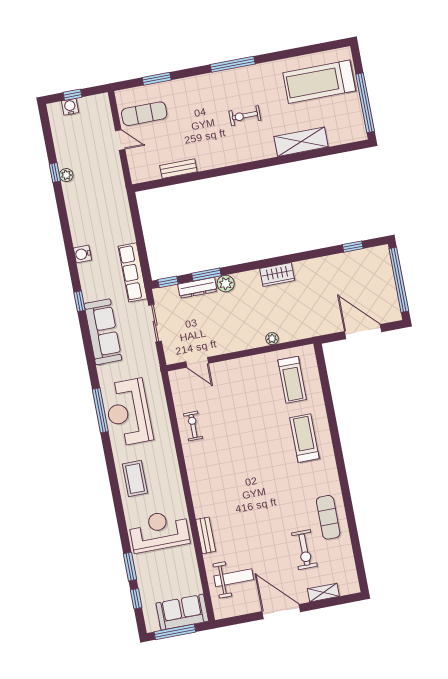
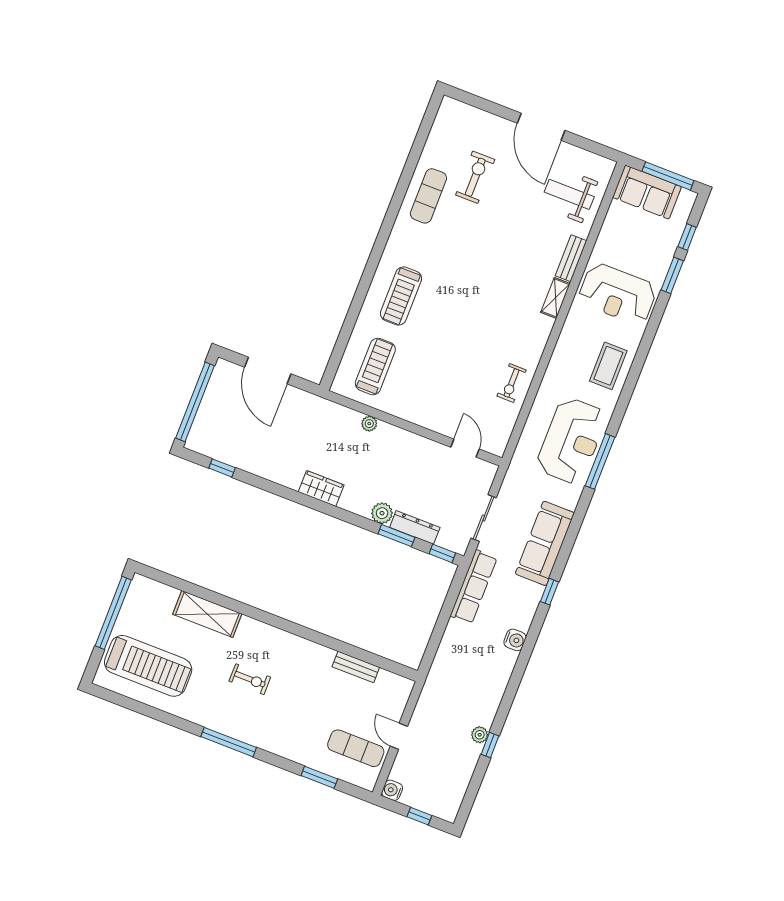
water cooler: (70, 107) -> (392, 790), moved, turned 90
shelving: (323, 593) -> (555, 298), moved, turned 90

